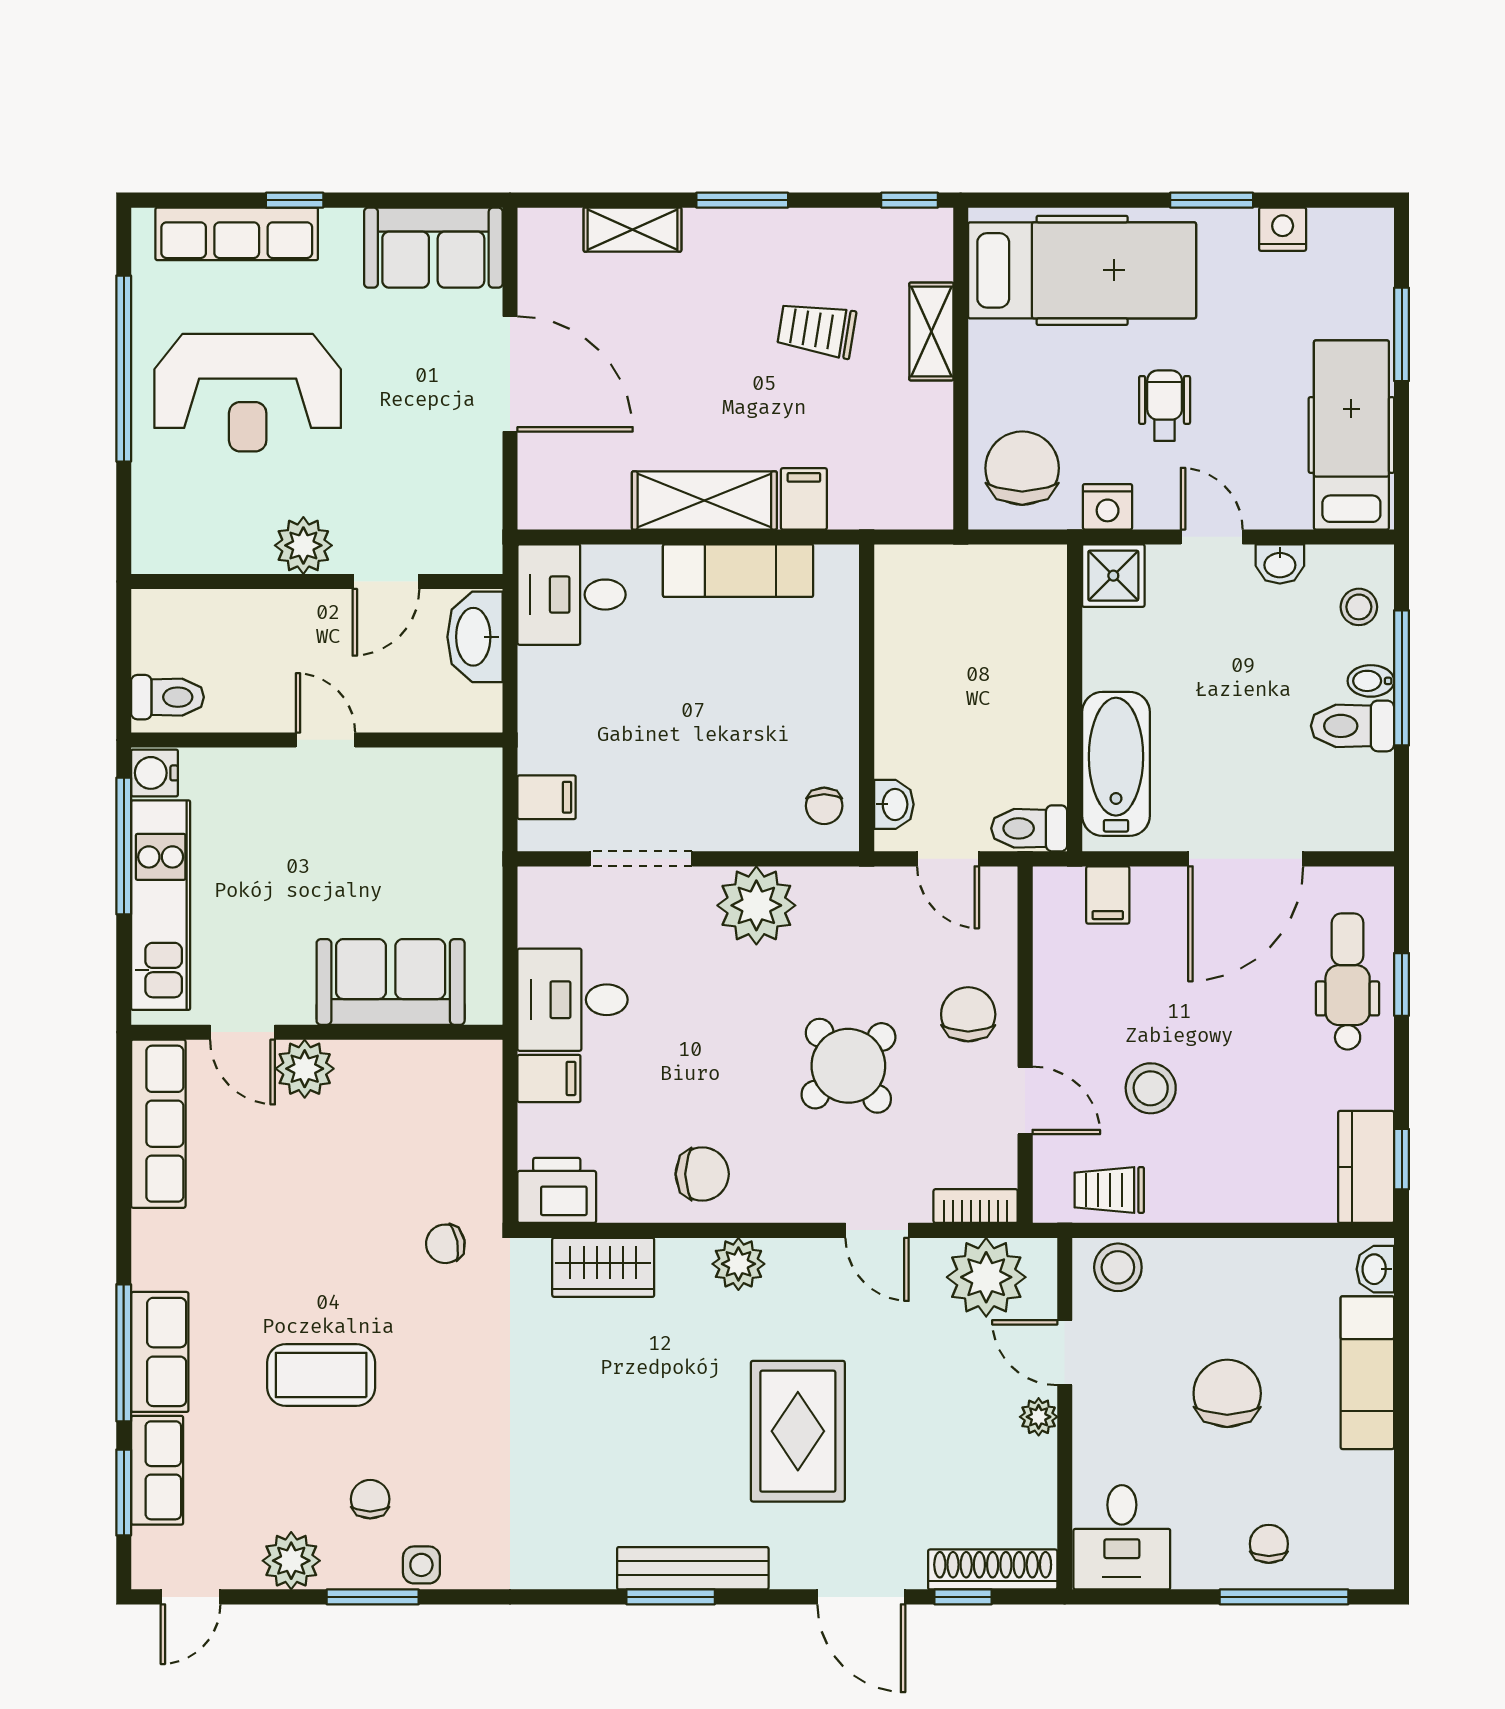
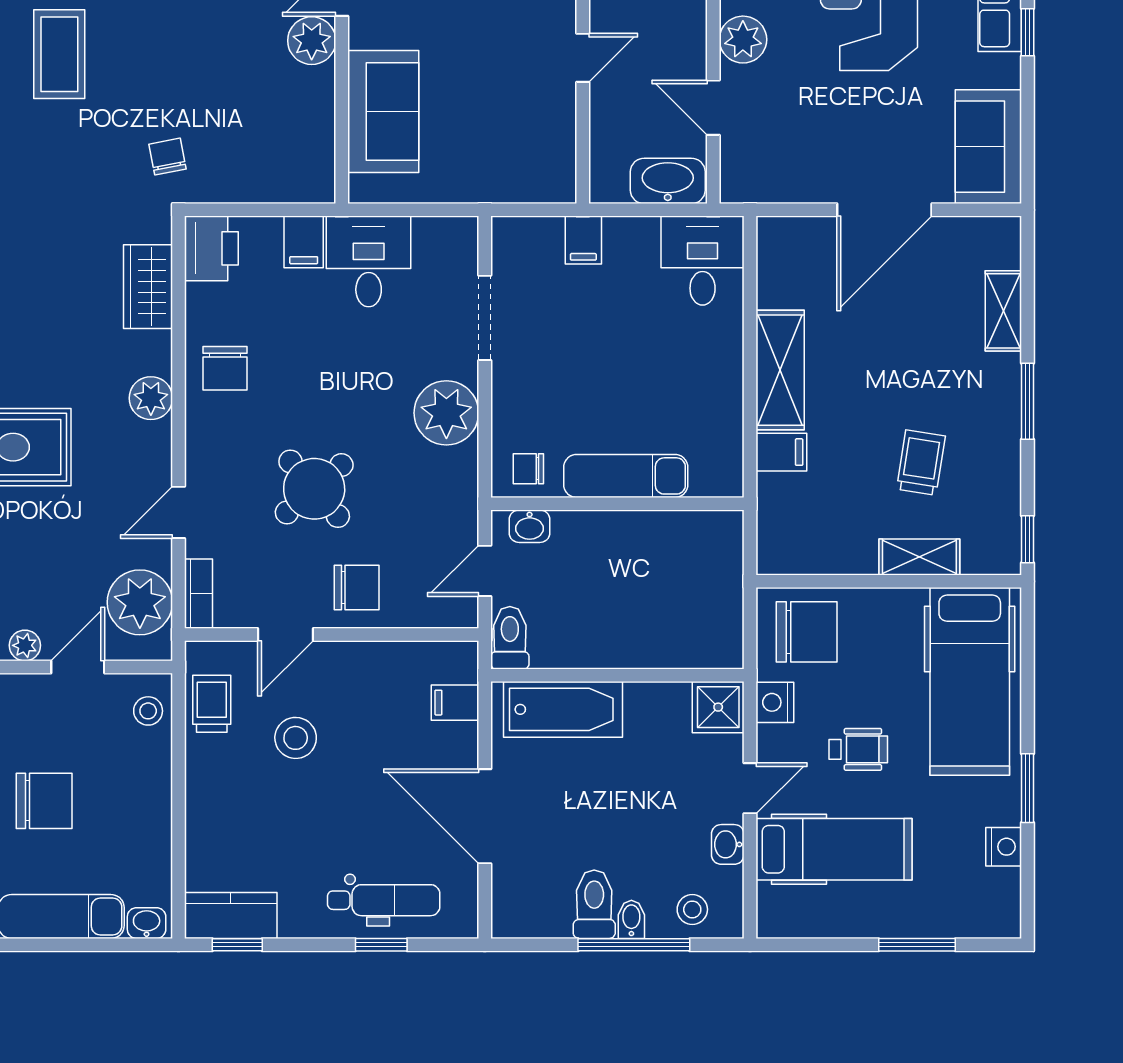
hospital bed: (1351, 435) -> (834, 849), moved
exam couch: (738, 571) -> (626, 476), moved, turned 90
filing cabinet: (547, 797) -> (583, 240), moved
stool: (1118, 1267) -> (148, 711), width x0.73, depth x0.73

